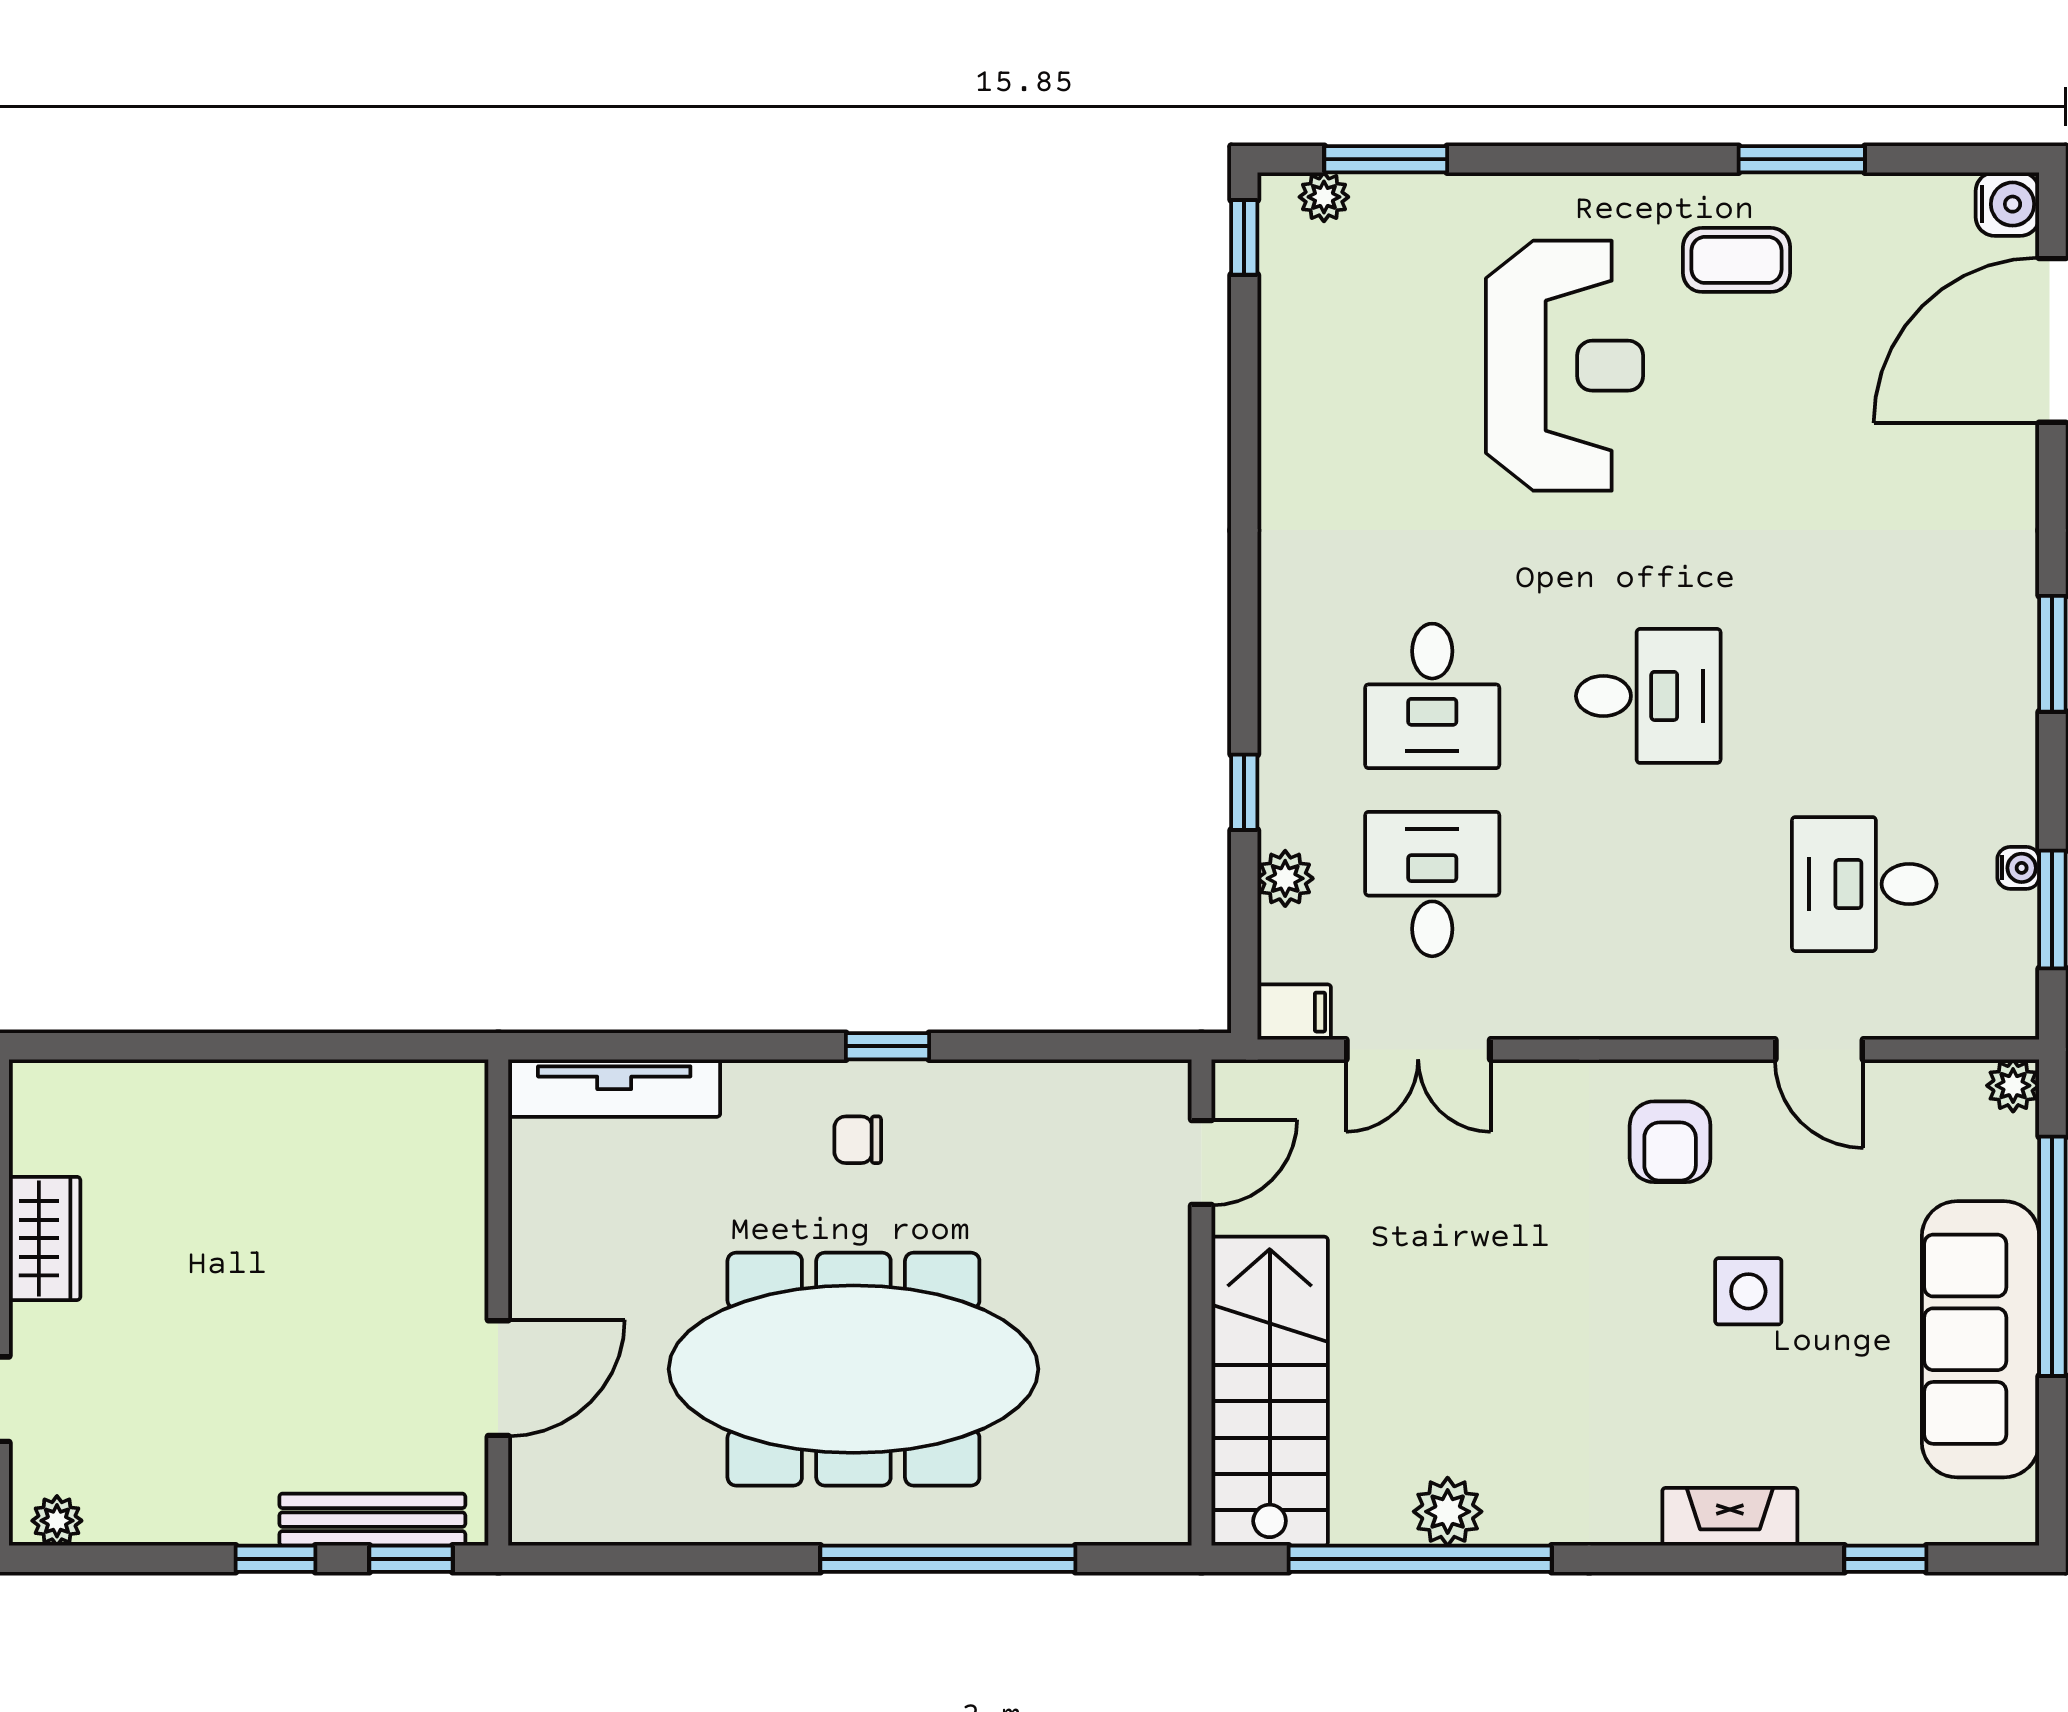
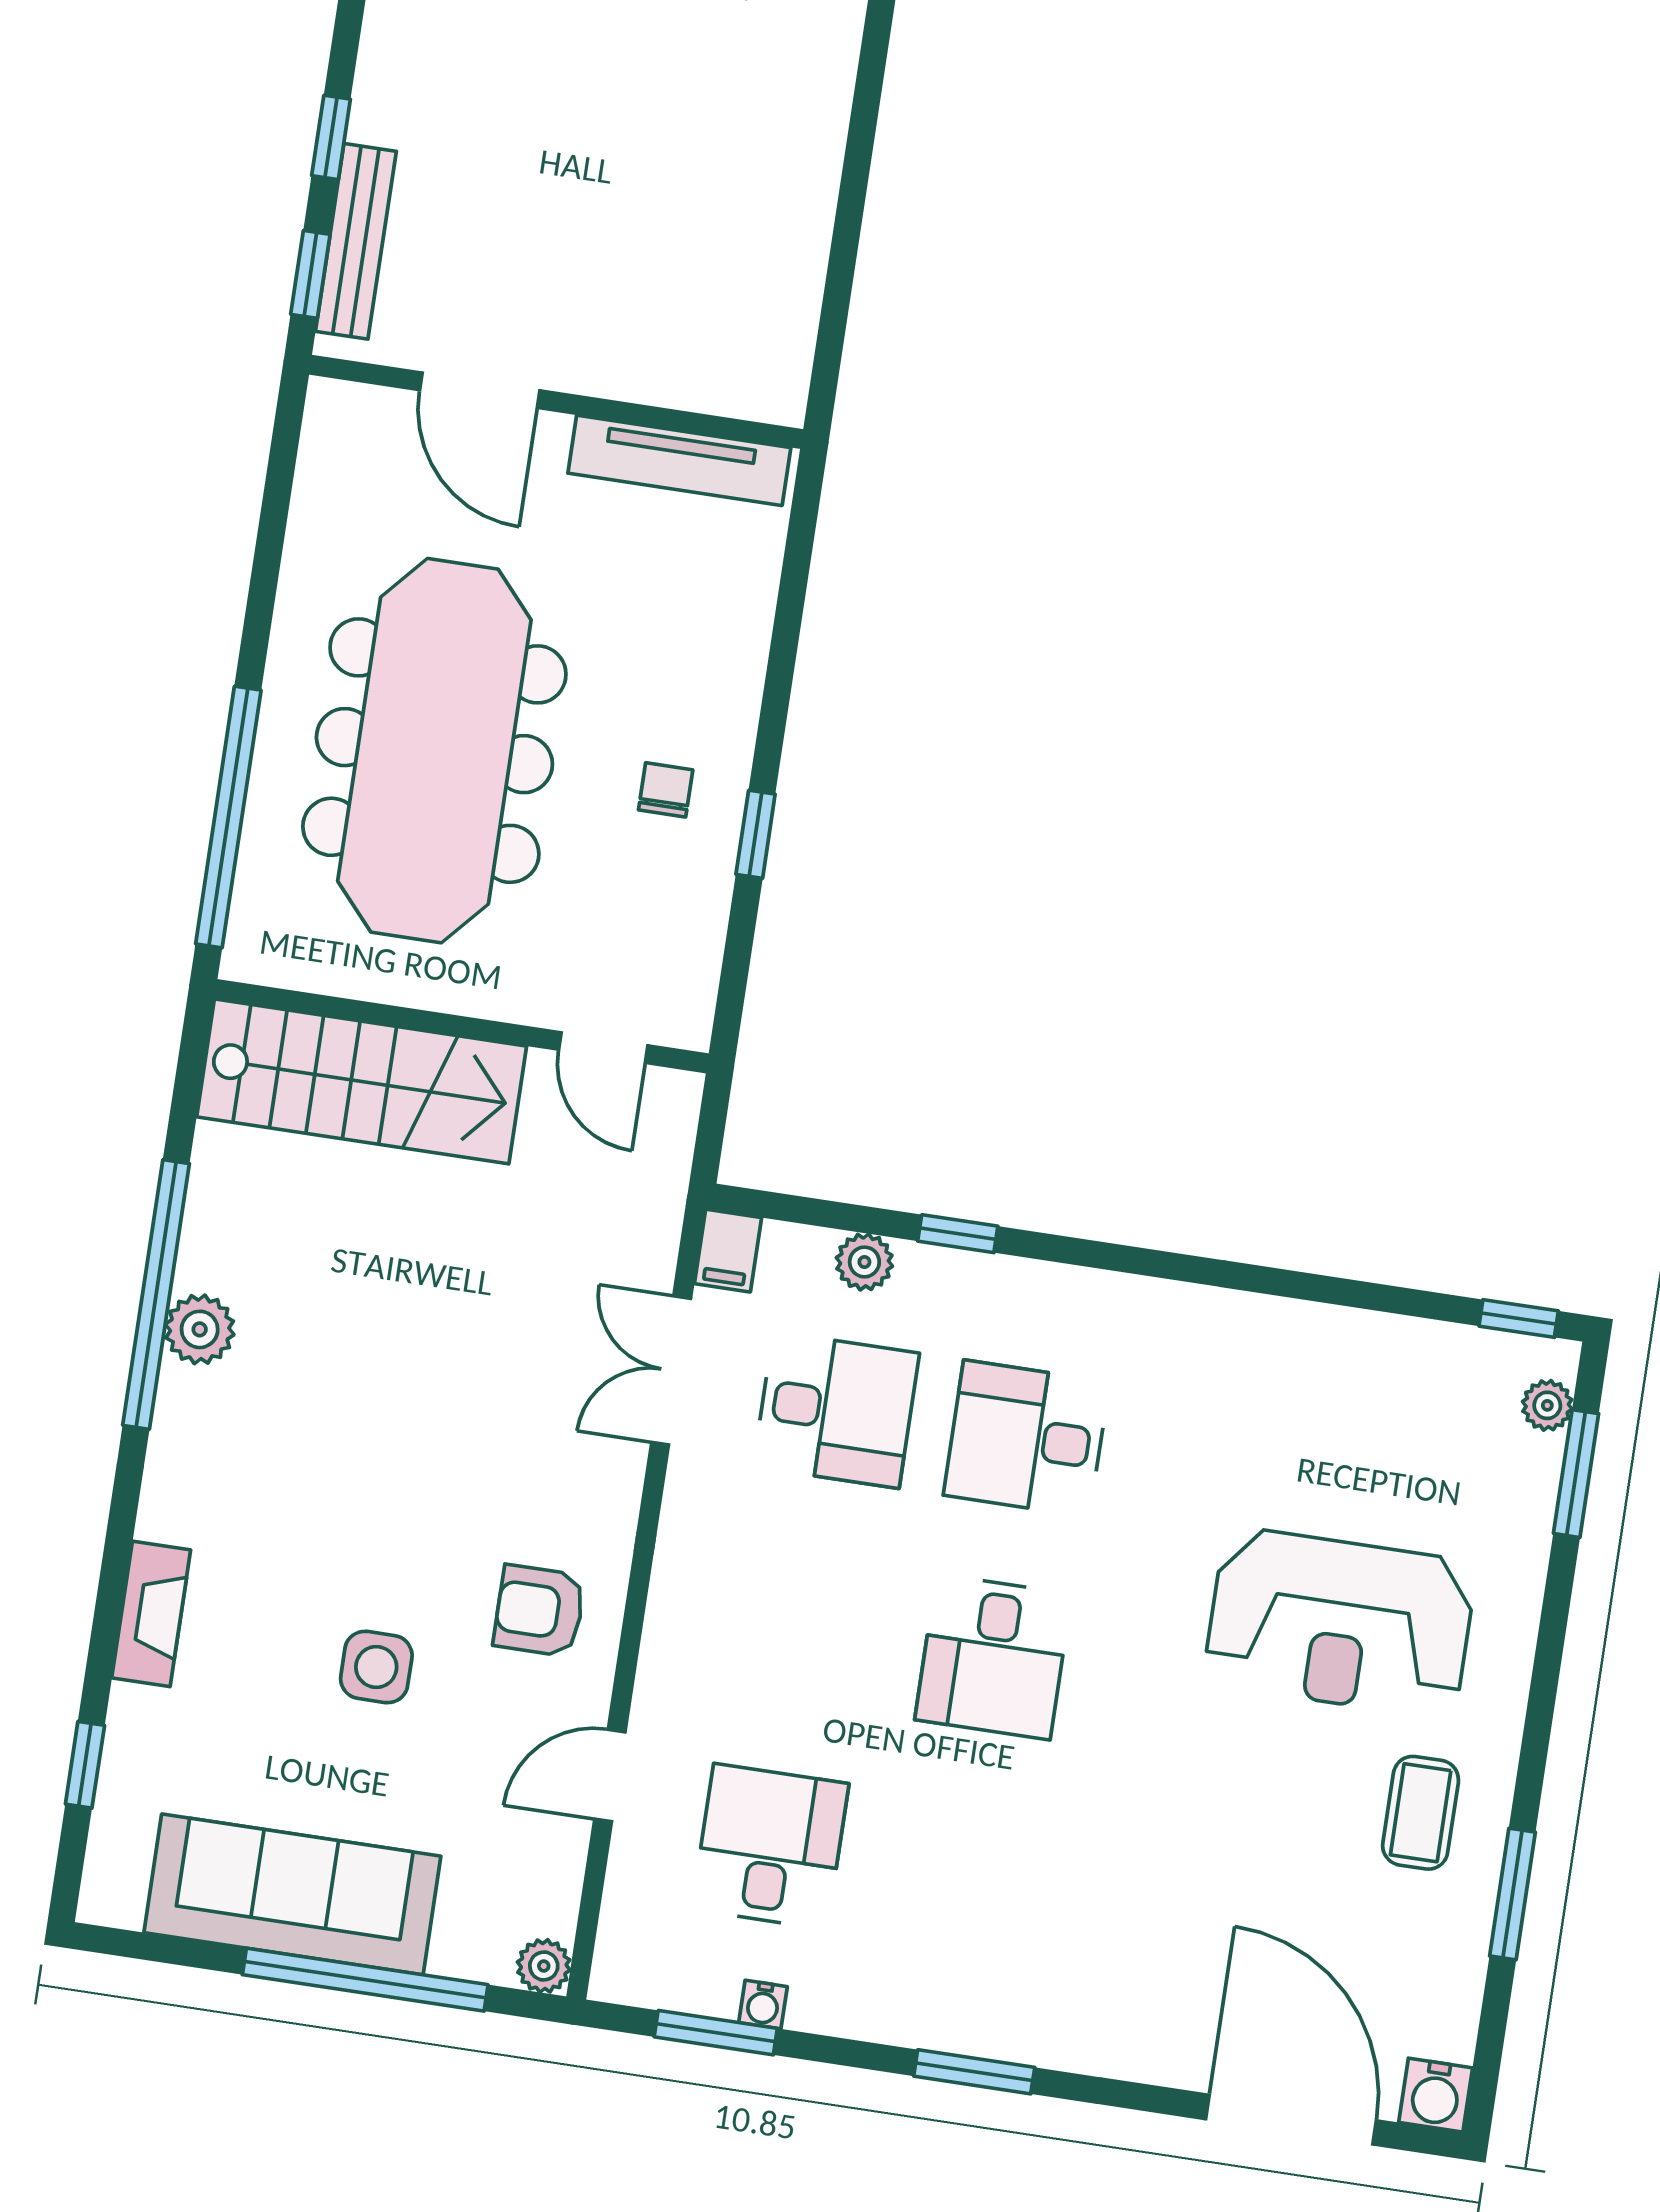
tv unit: (614, 1088) -> (679, 460), moved, turned -90
door: (1201, 1162) -> (603, 1048), moved
wall: (1201, 1303) -> (462, 1026), moved
stairs: (1270, 1391) -> (362, 1081), moved

